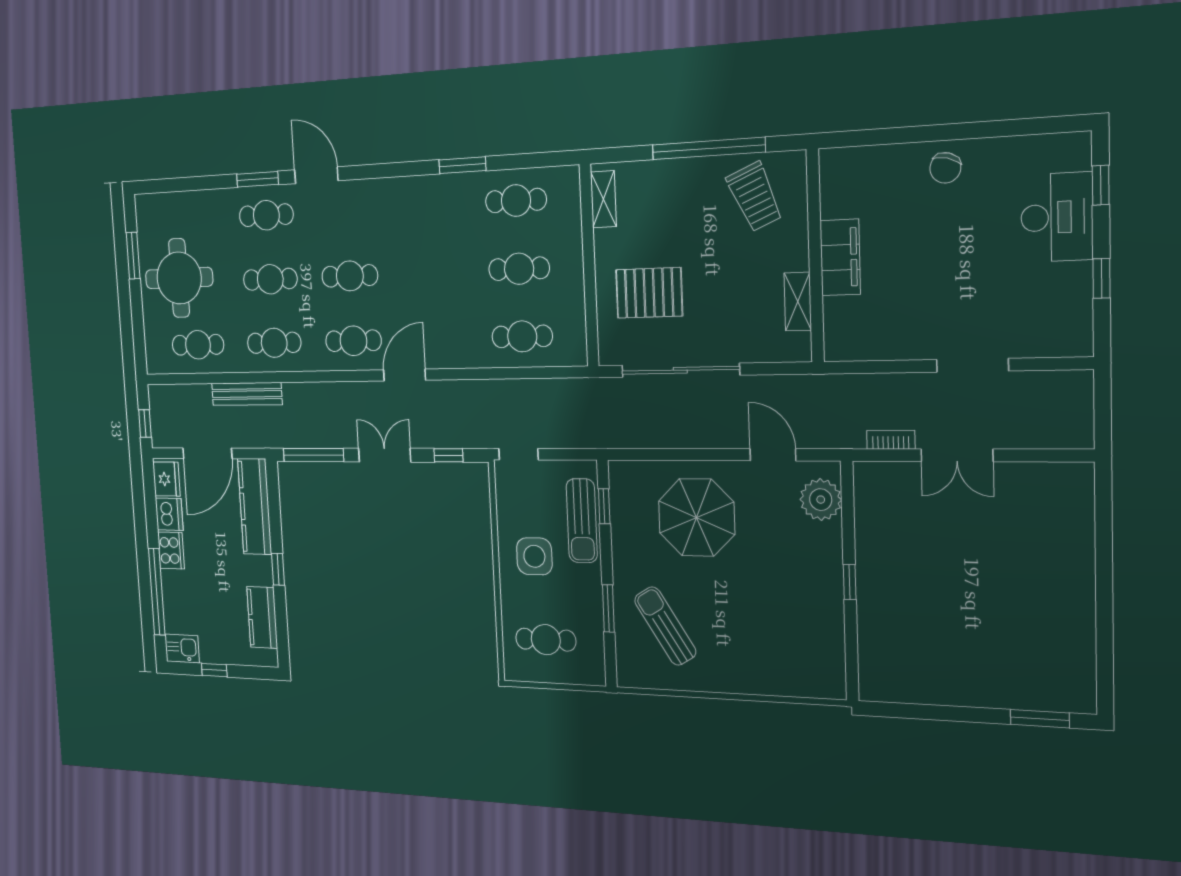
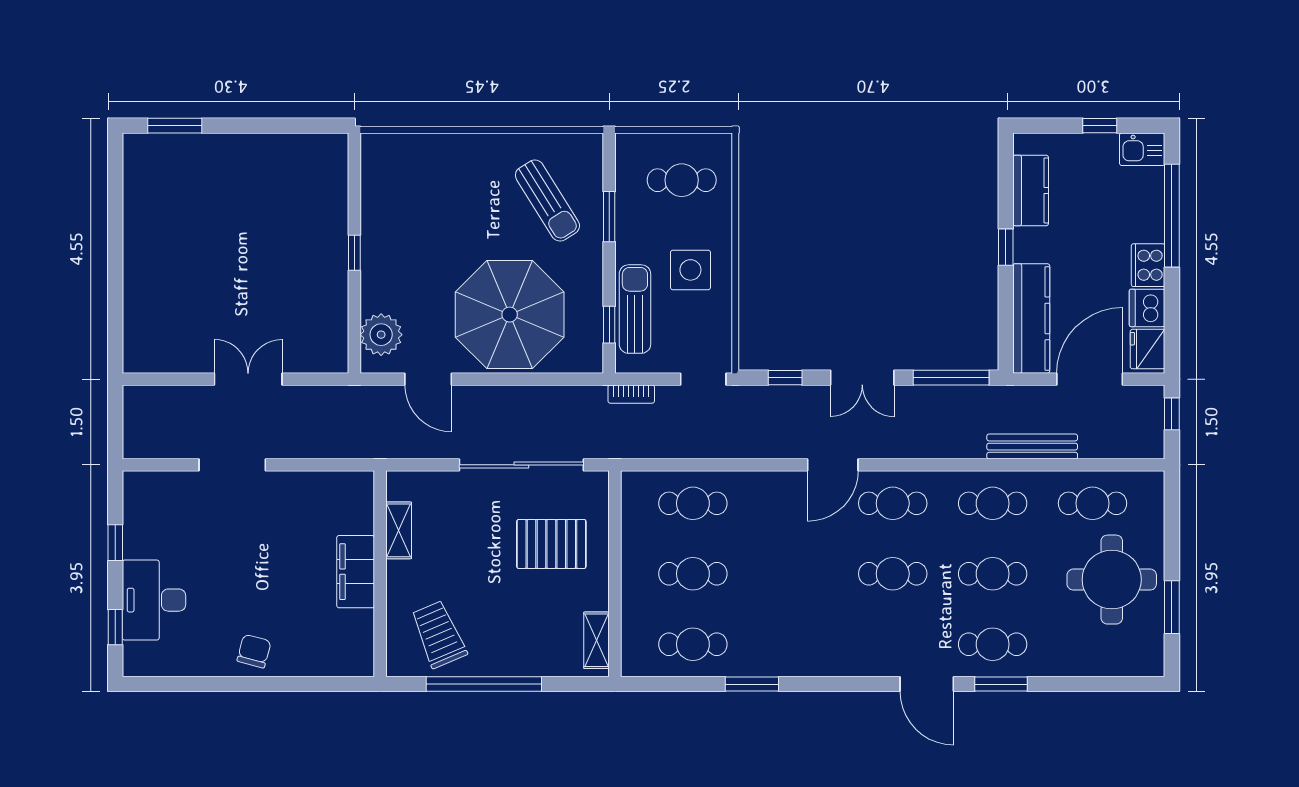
bookcase: (891, 440) -> (631, 394), moved
parasol: (697, 518) -> (510, 315), width x1.36, depth x1.36

